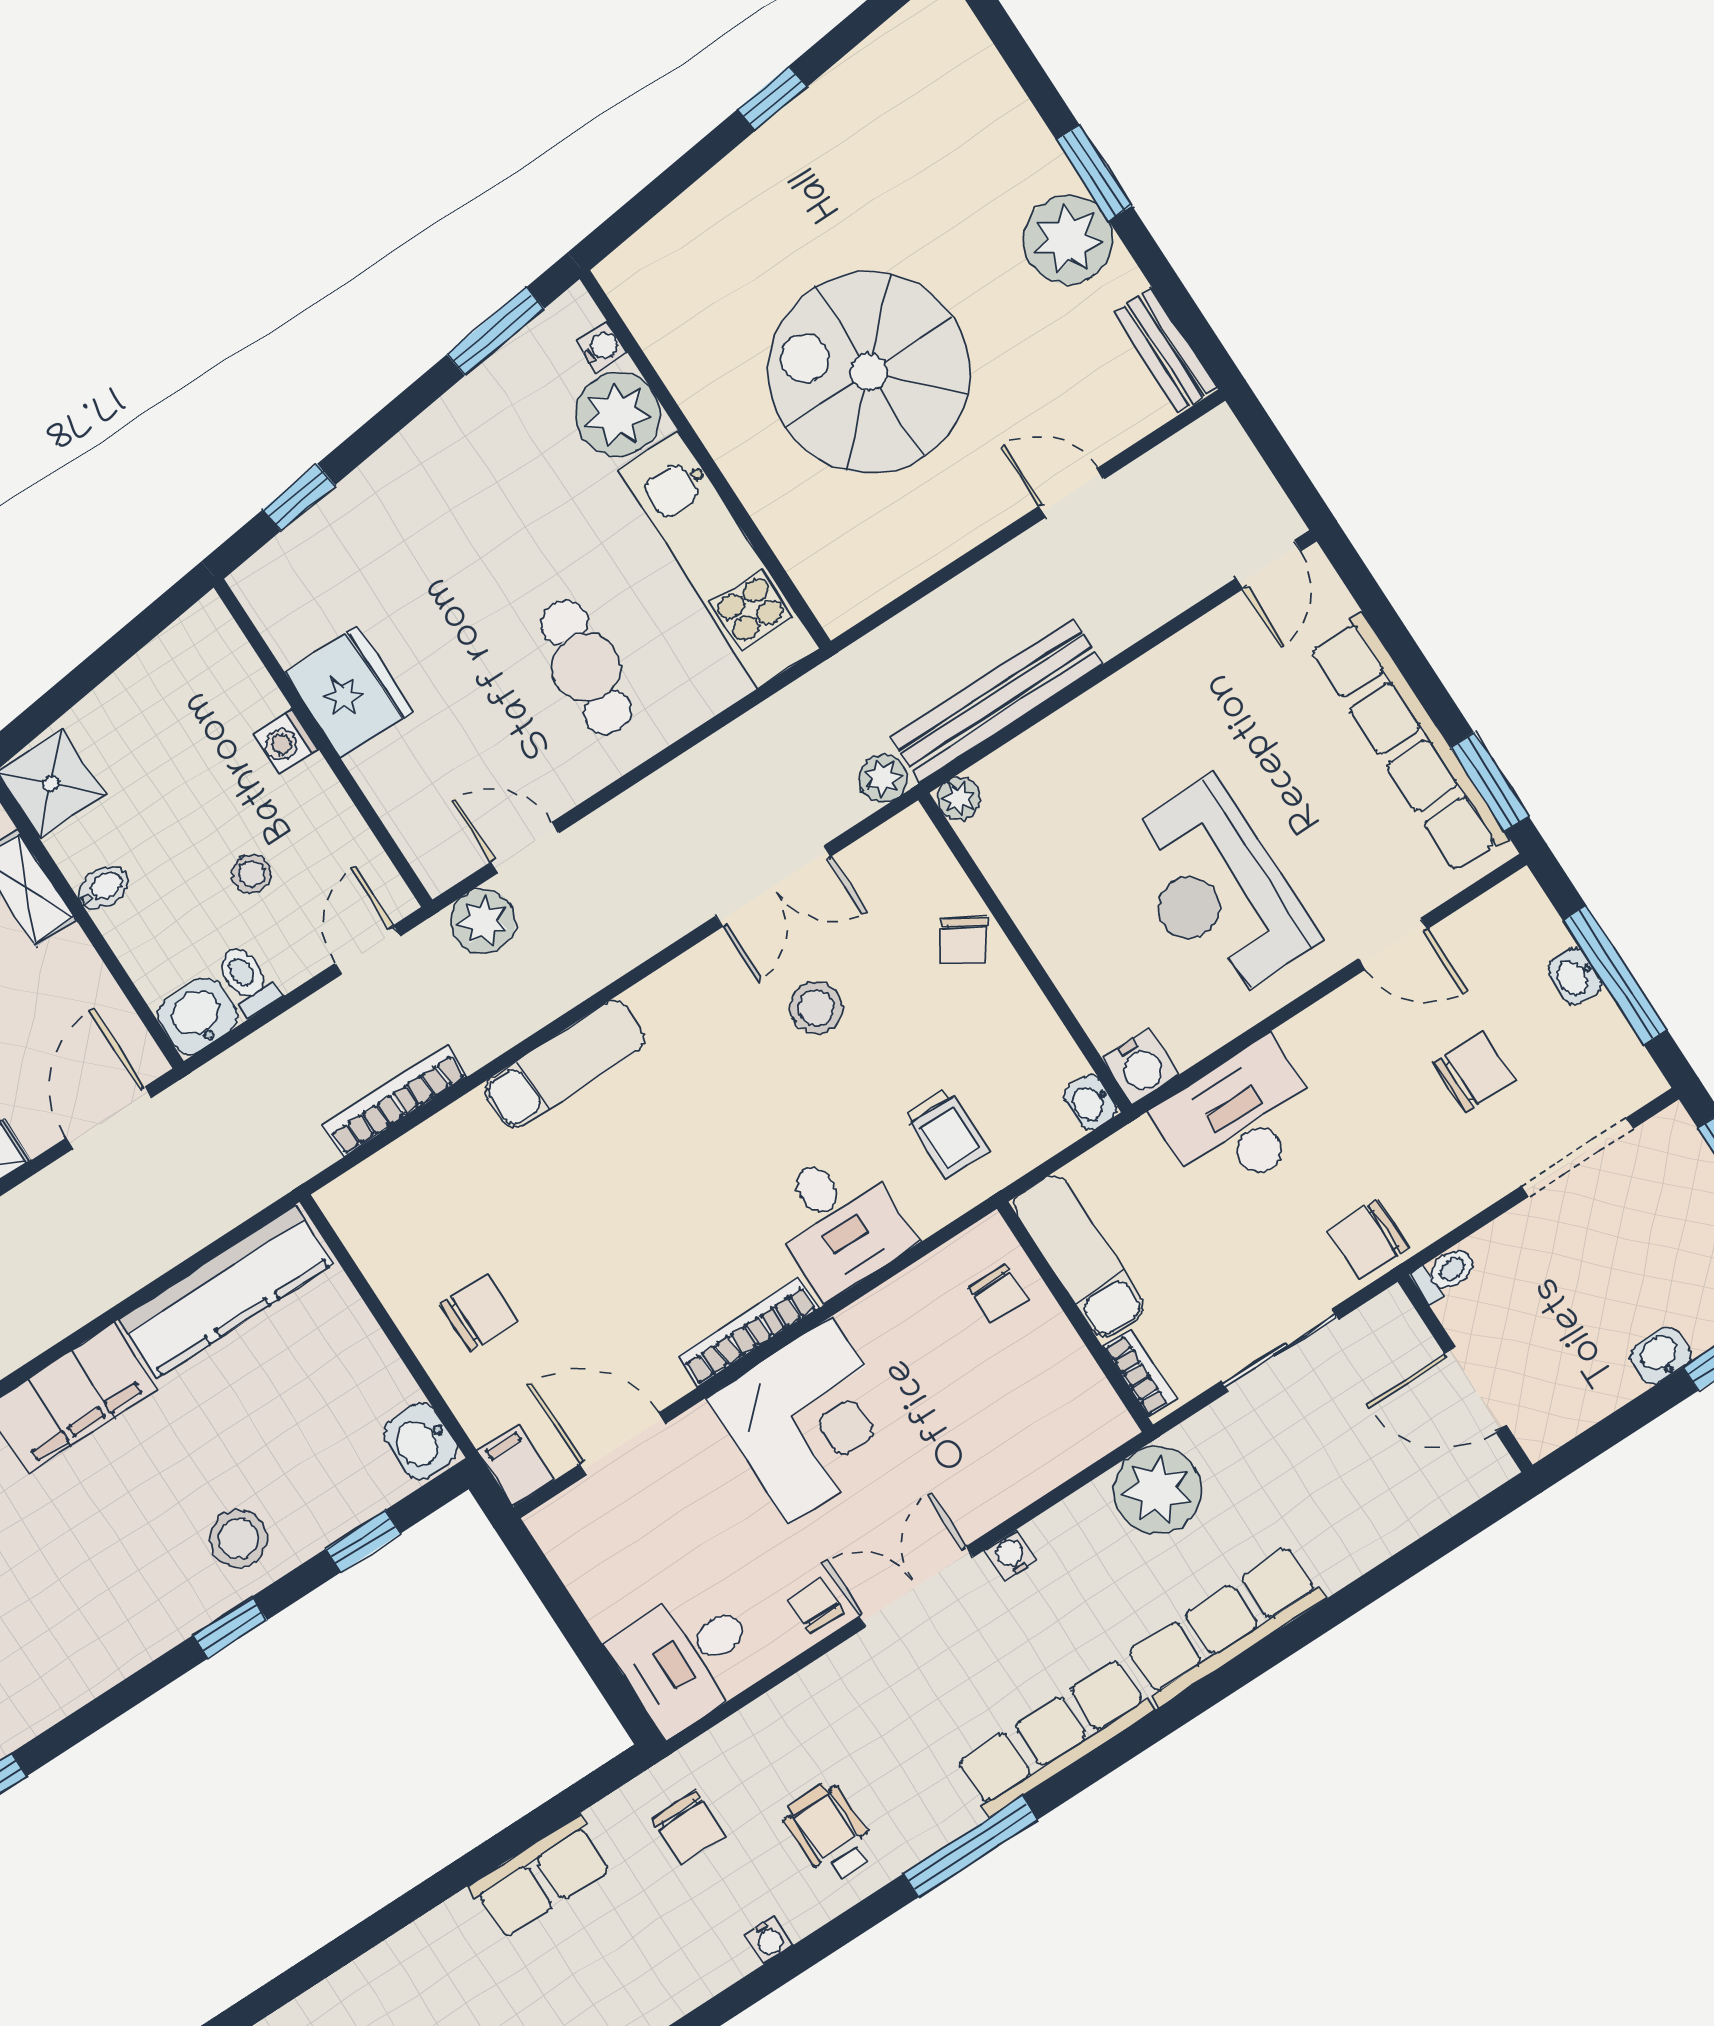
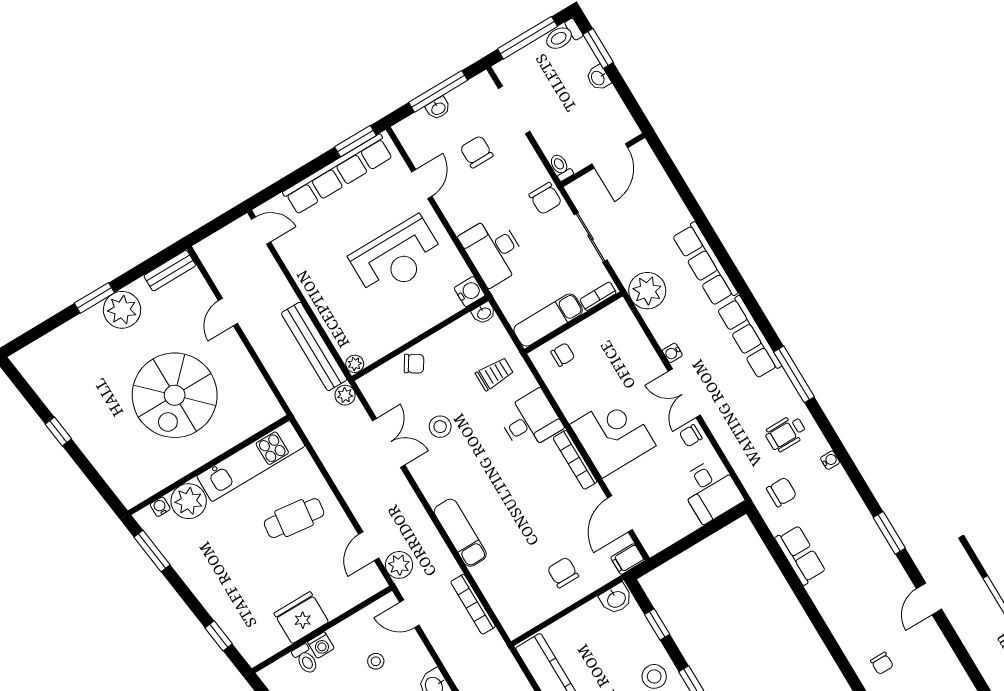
toilet: (247, 980) -> (305, 659), moved, turned -90

